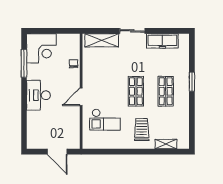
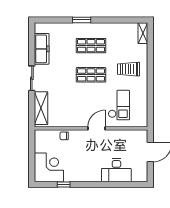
window: (24, 63) -> (64, 184), width x0.46
desk: (38, 95) -> (116, 170), moved
door: (81, 97) -> (96, 128), swing flipped
shelving: (166, 144) -> (143, 33), moved

